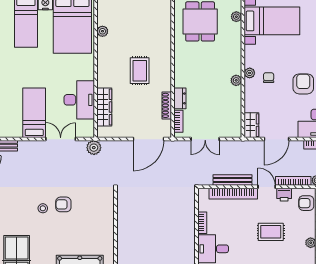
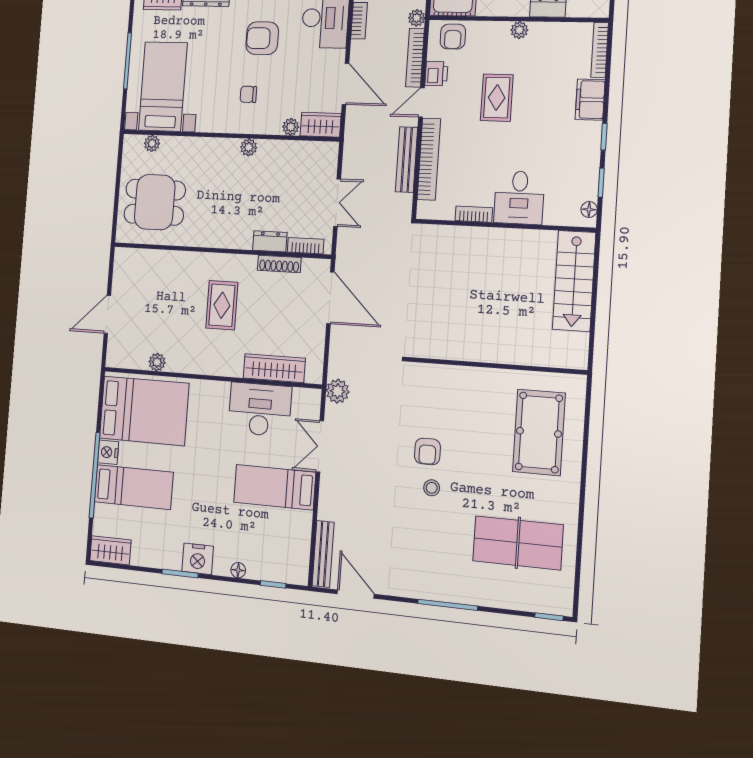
rug: (140, 71) -> (222, 305), turned 90
plant: (250, 73) -> (291, 127), moved

